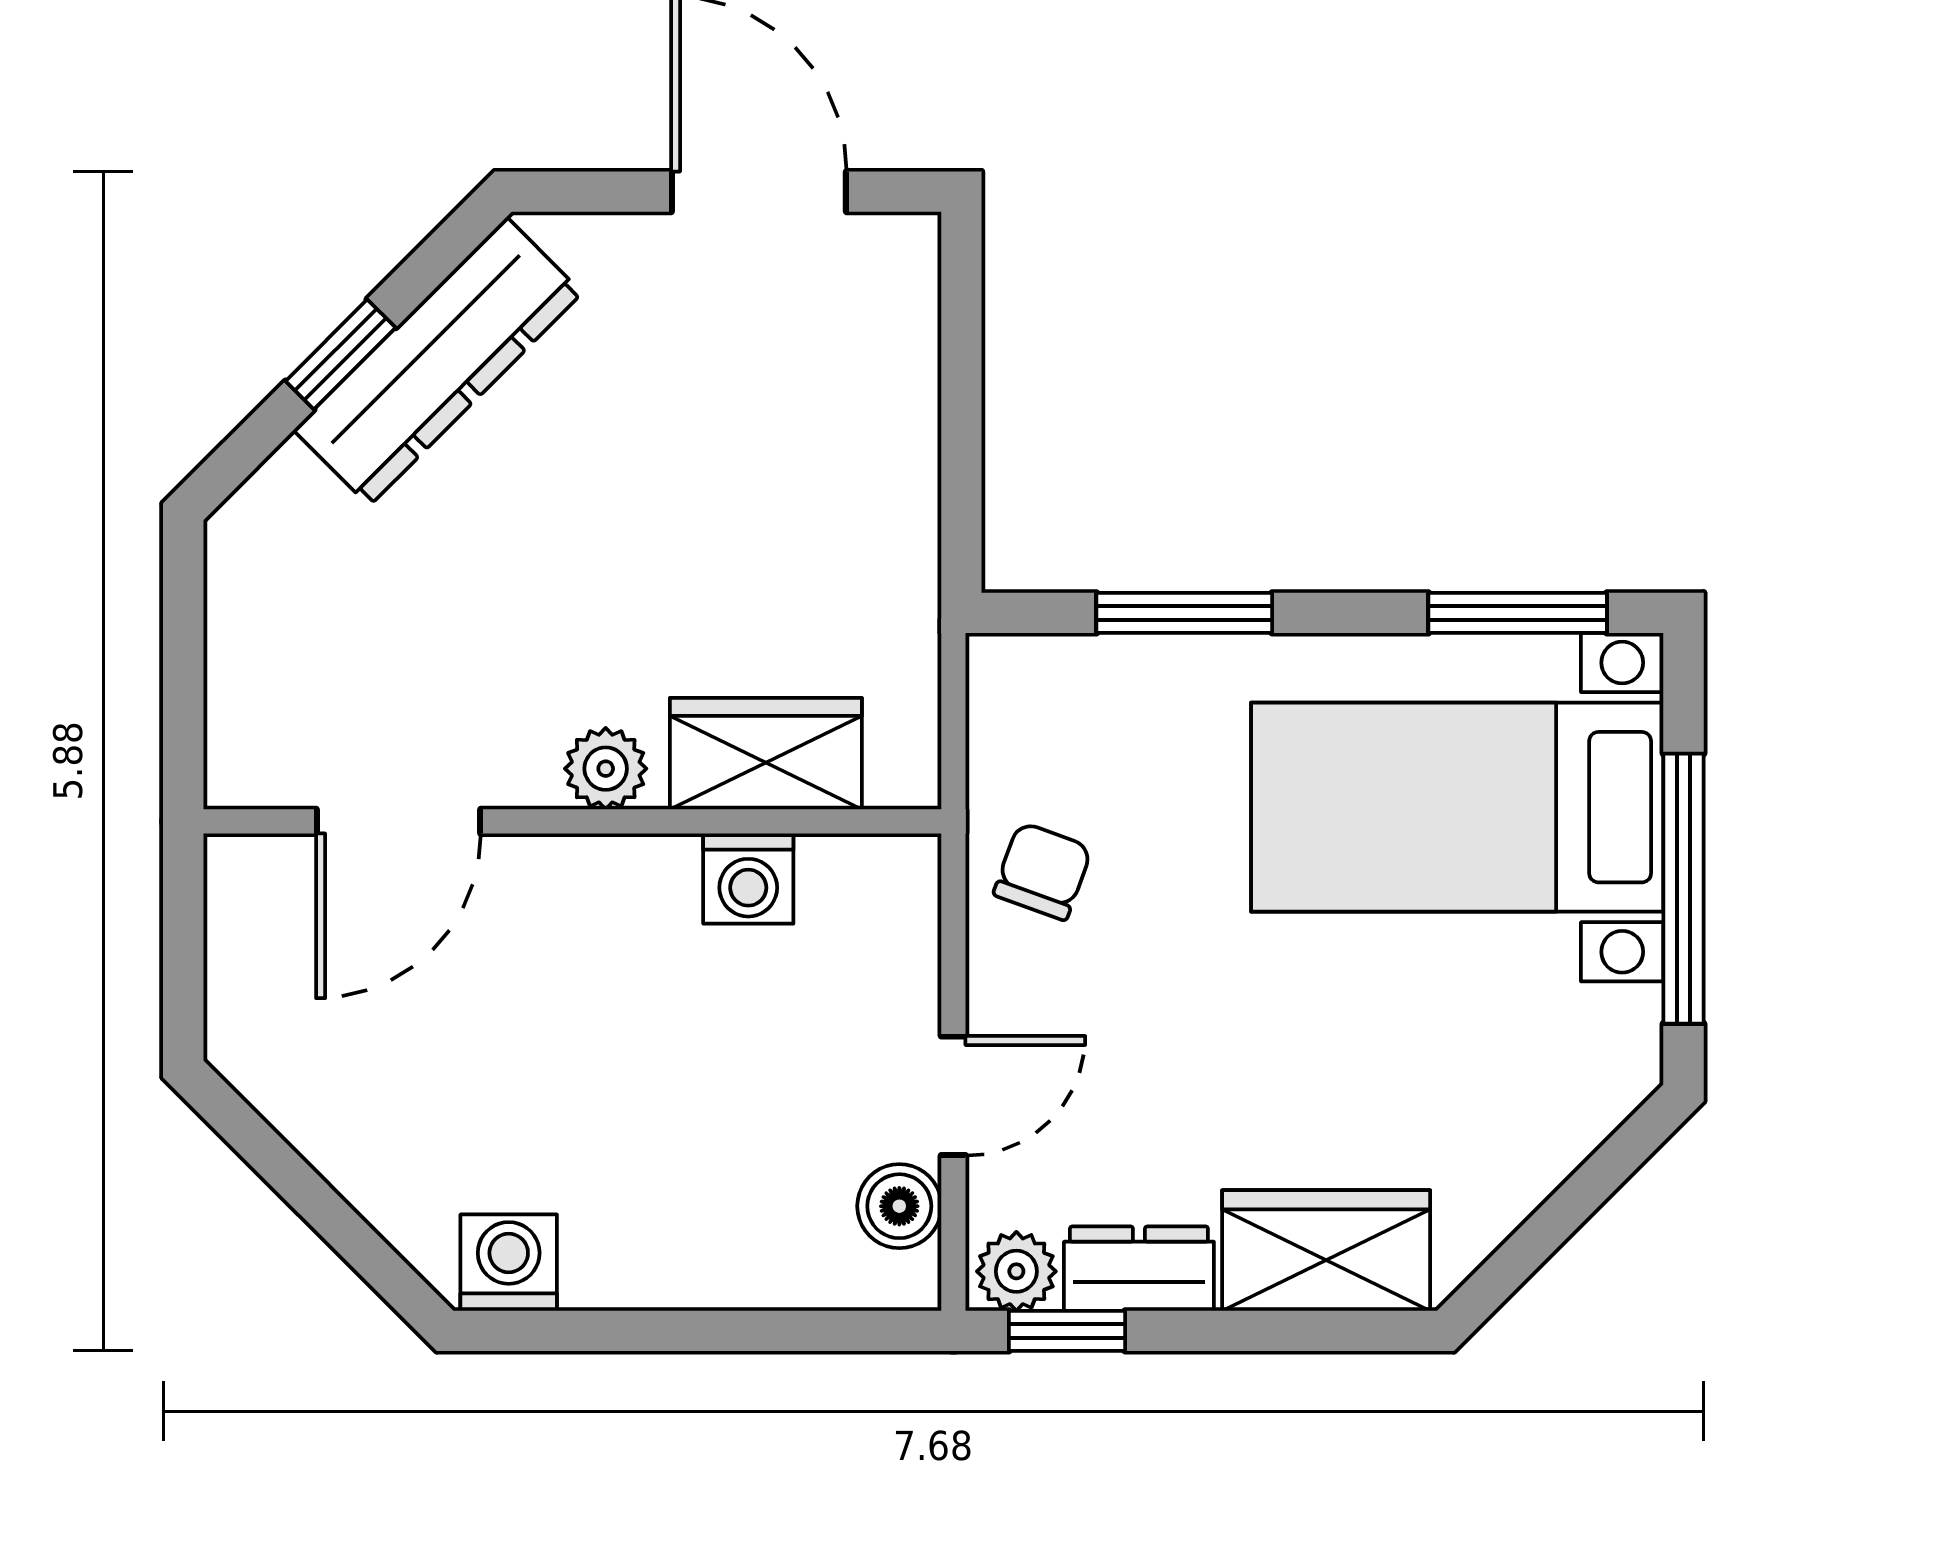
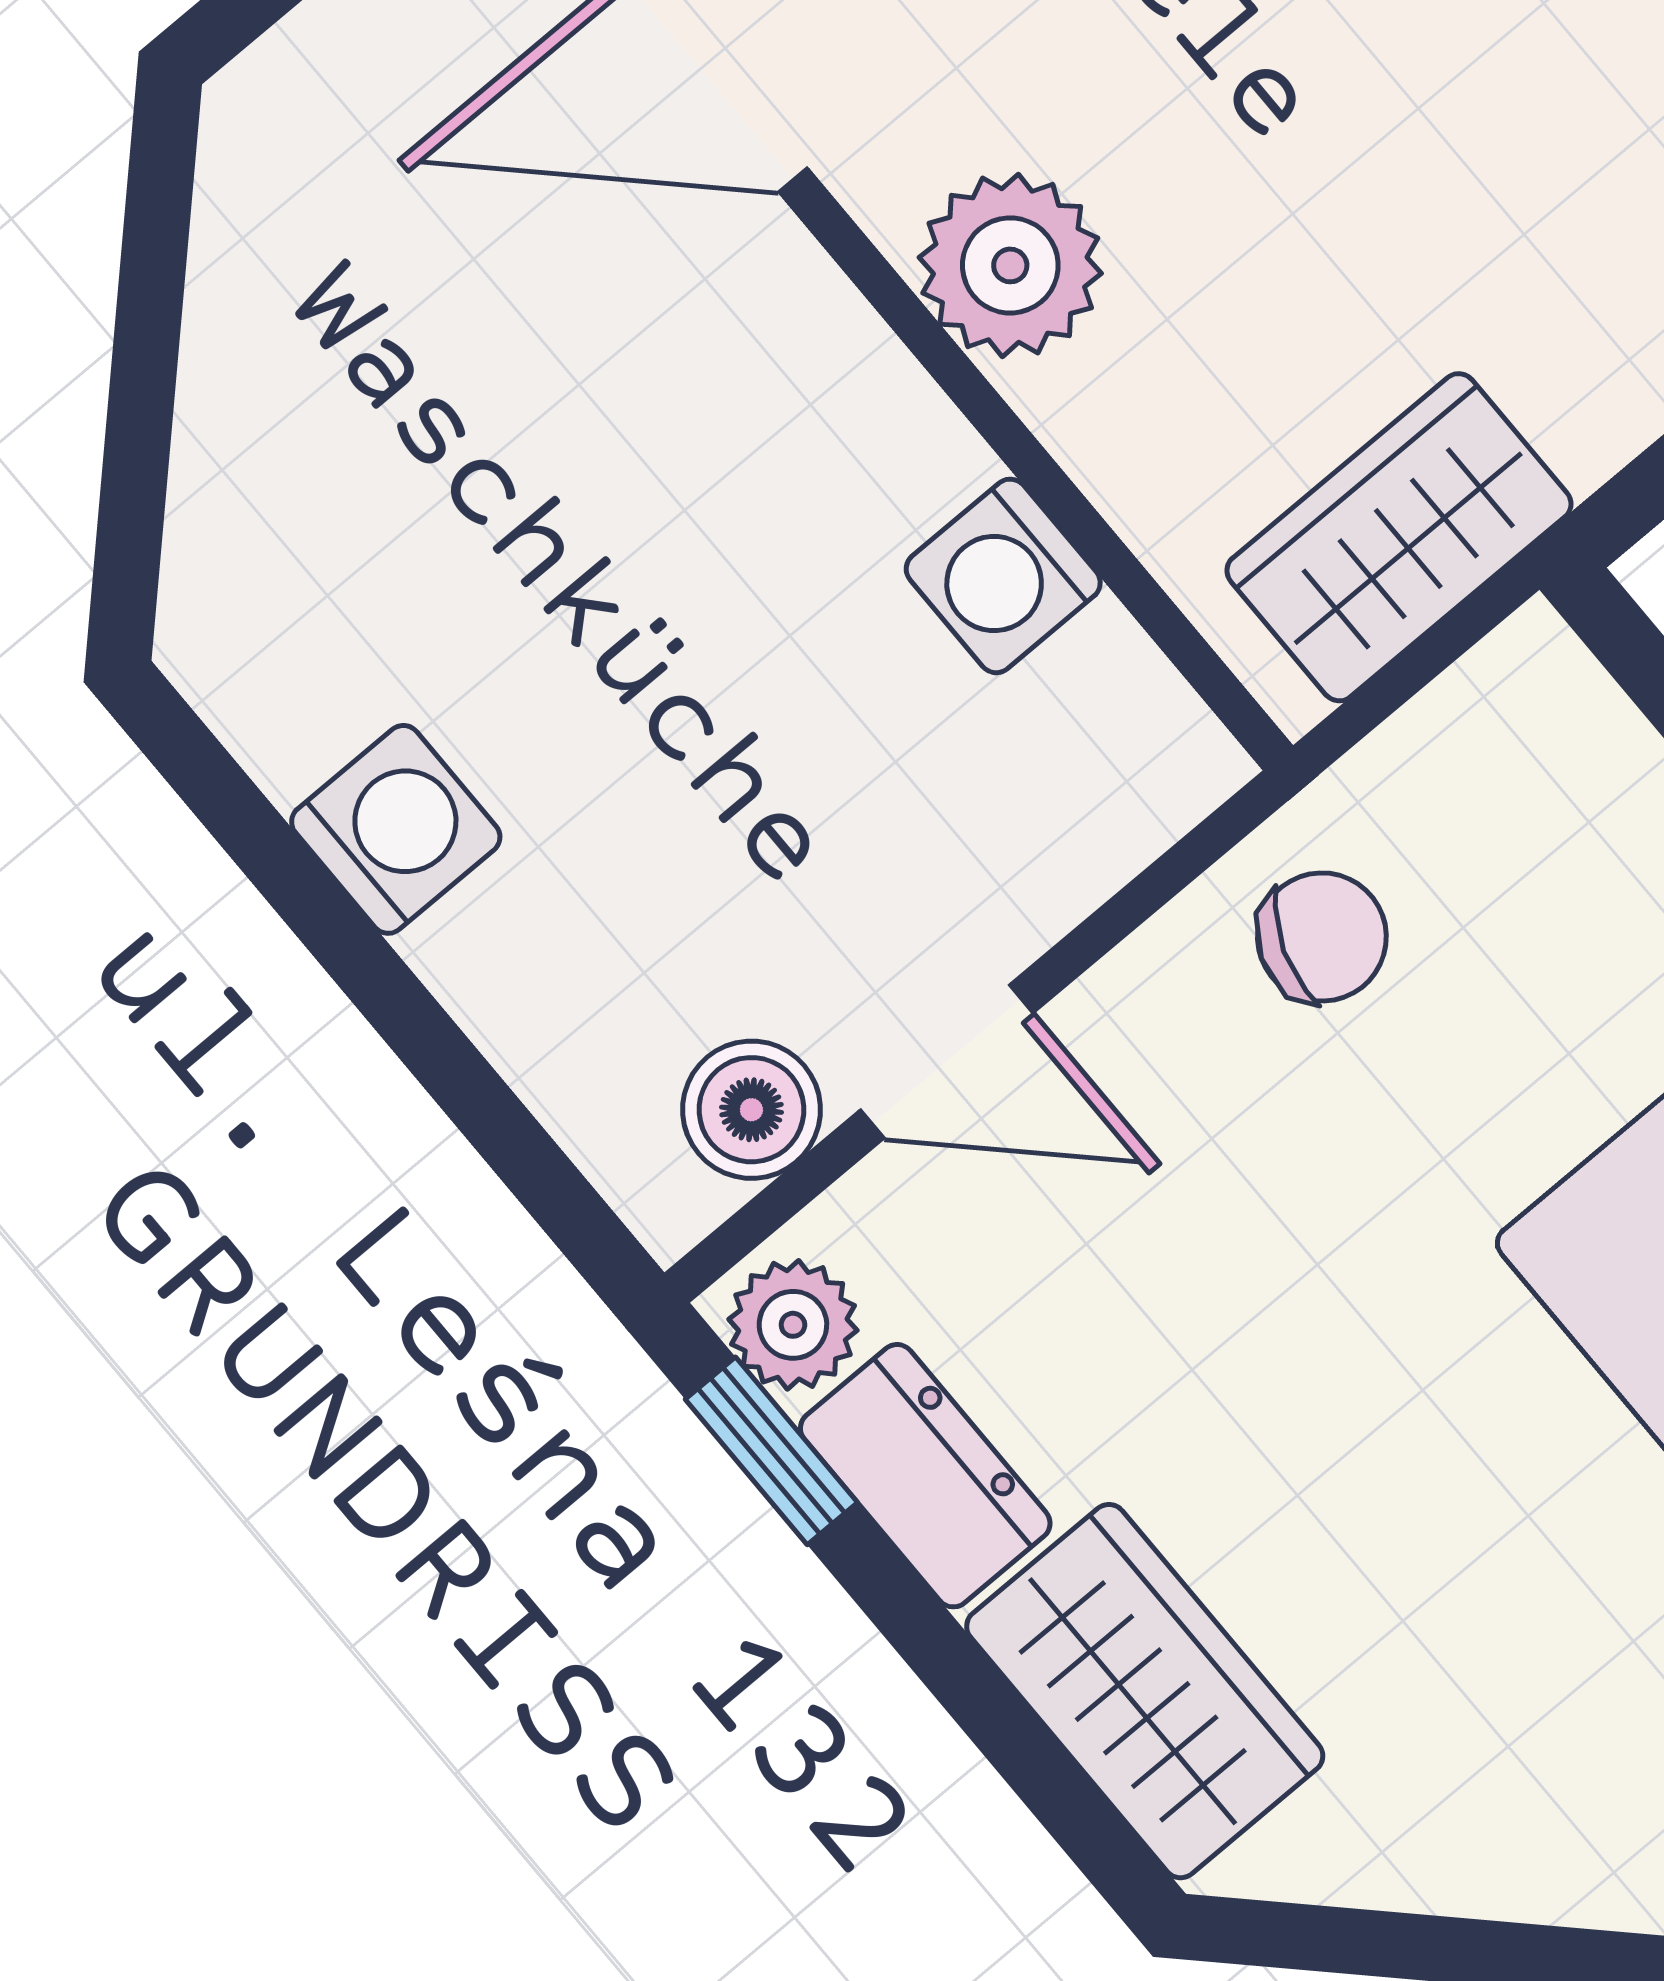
wardrobe: (766, 754) -> (1399, 537), moved, turned -90
plant: (606, 769) -> (1010, 265), width x1.38, depth x1.38
washing machine: (509, 1263) -> (396, 829), moved

